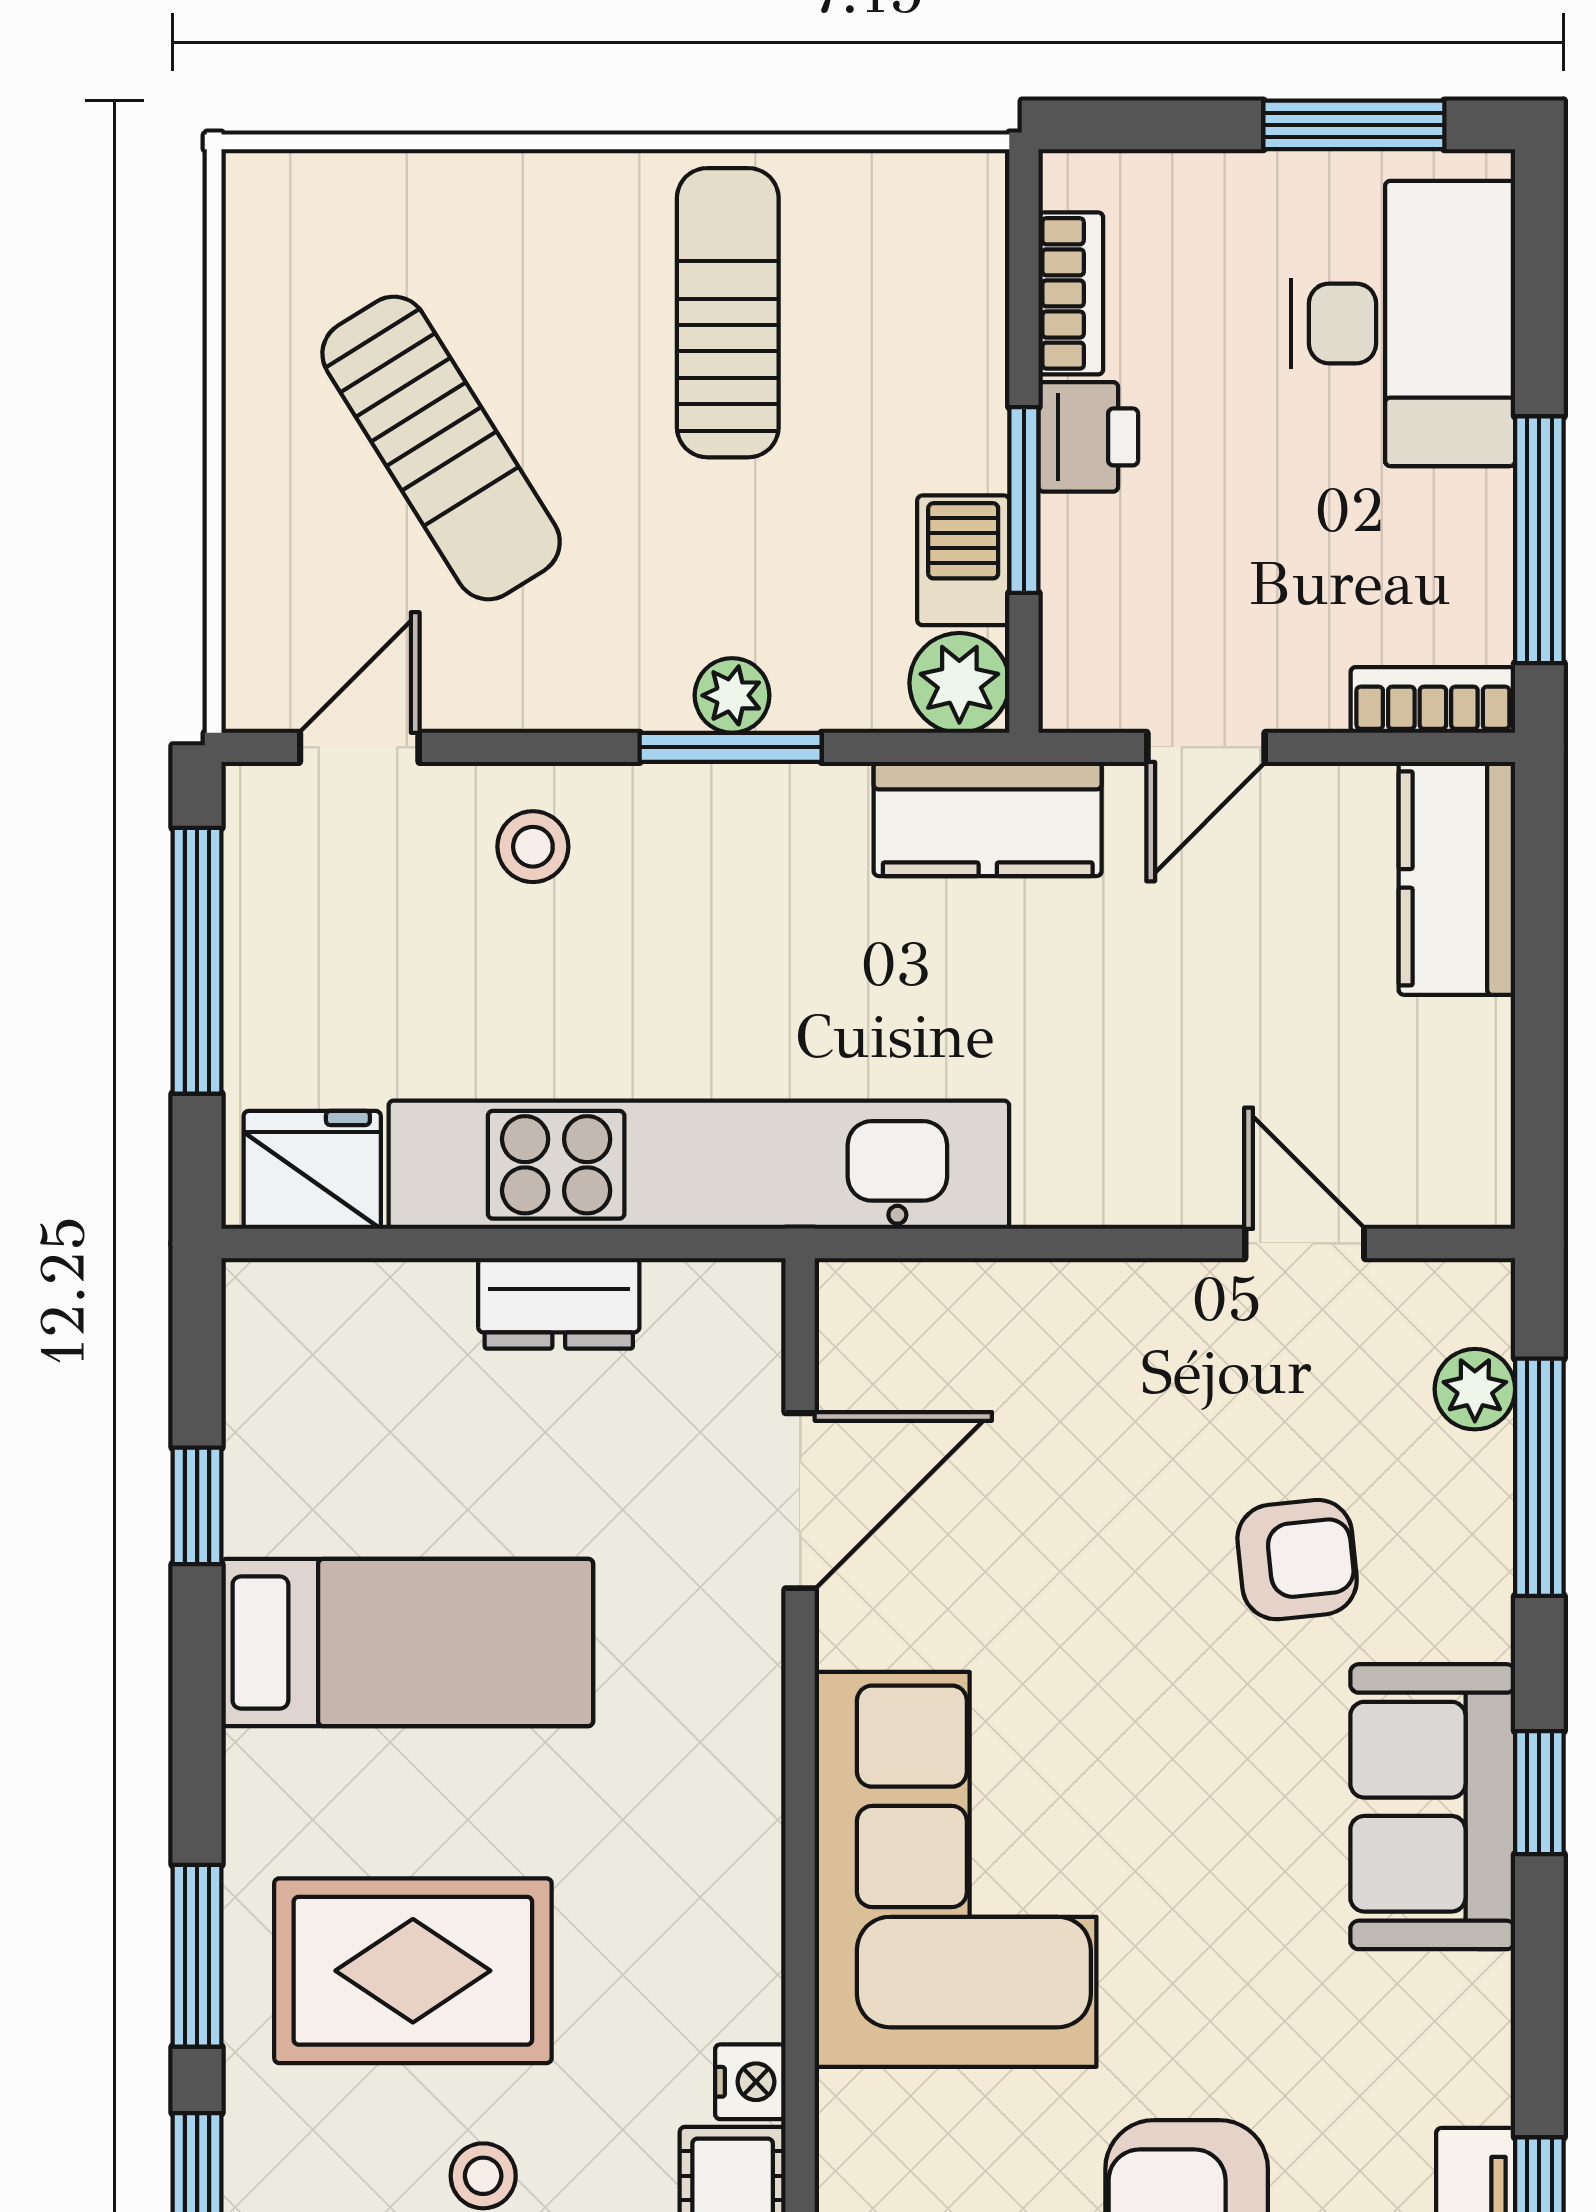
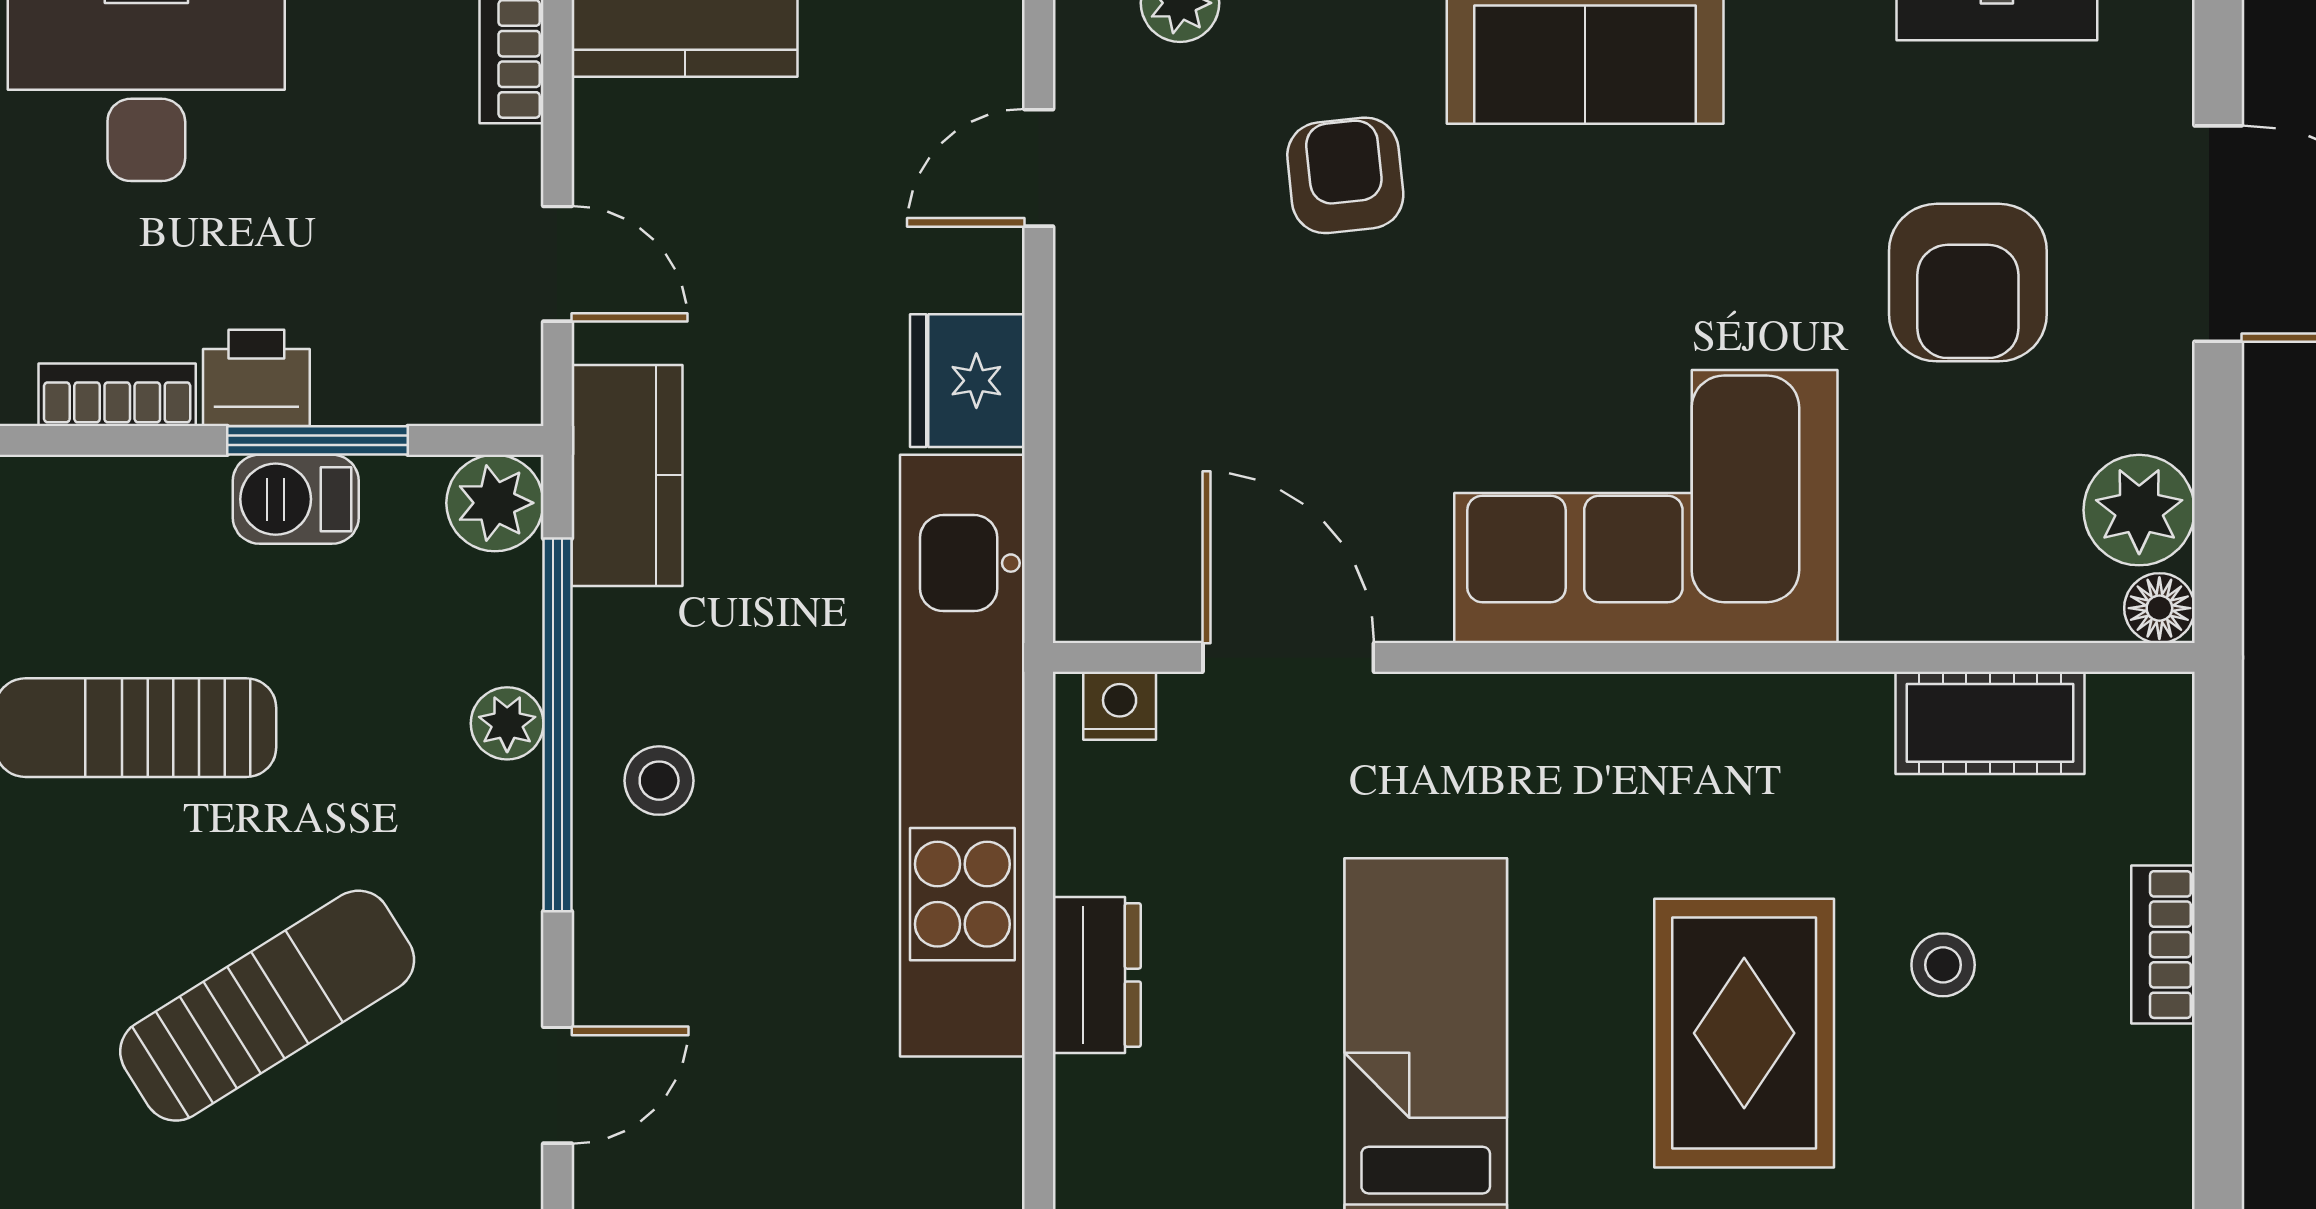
barbecue: (963, 560) -> (296, 499), moved
door: (359, 747) -> (557, 1085), swing flipped
window: (731, 747) -> (557, 725), width x2.11
stool: (533, 847) -> (659, 781), moved
fridge: (312, 1170) -> (967, 381), moved
dresser: (559, 1303) -> (1097, 975), moved
nightstand: (750, 2082) -> (1120, 706), moved

